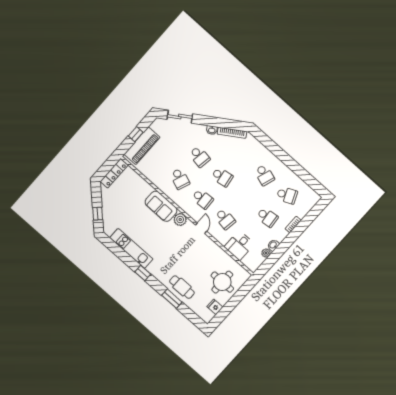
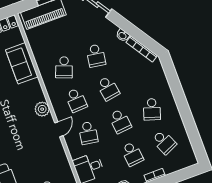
school desk: (245, 197) -> (120, 121), added
sofa: (161, 206) -> (22, 63), moved

